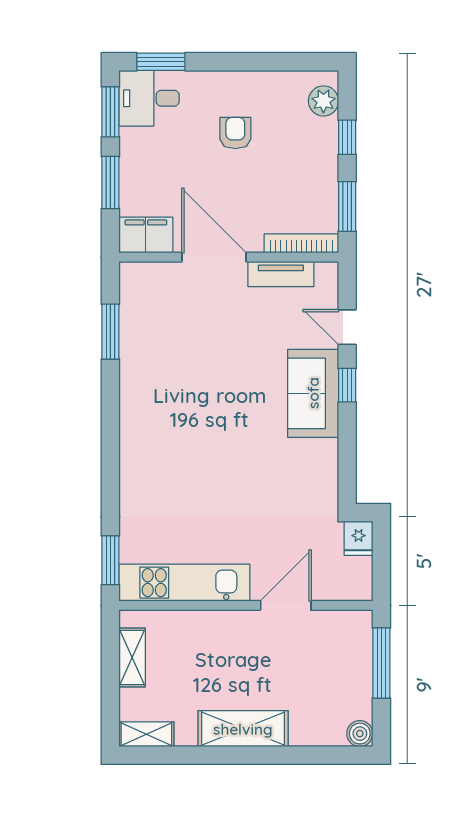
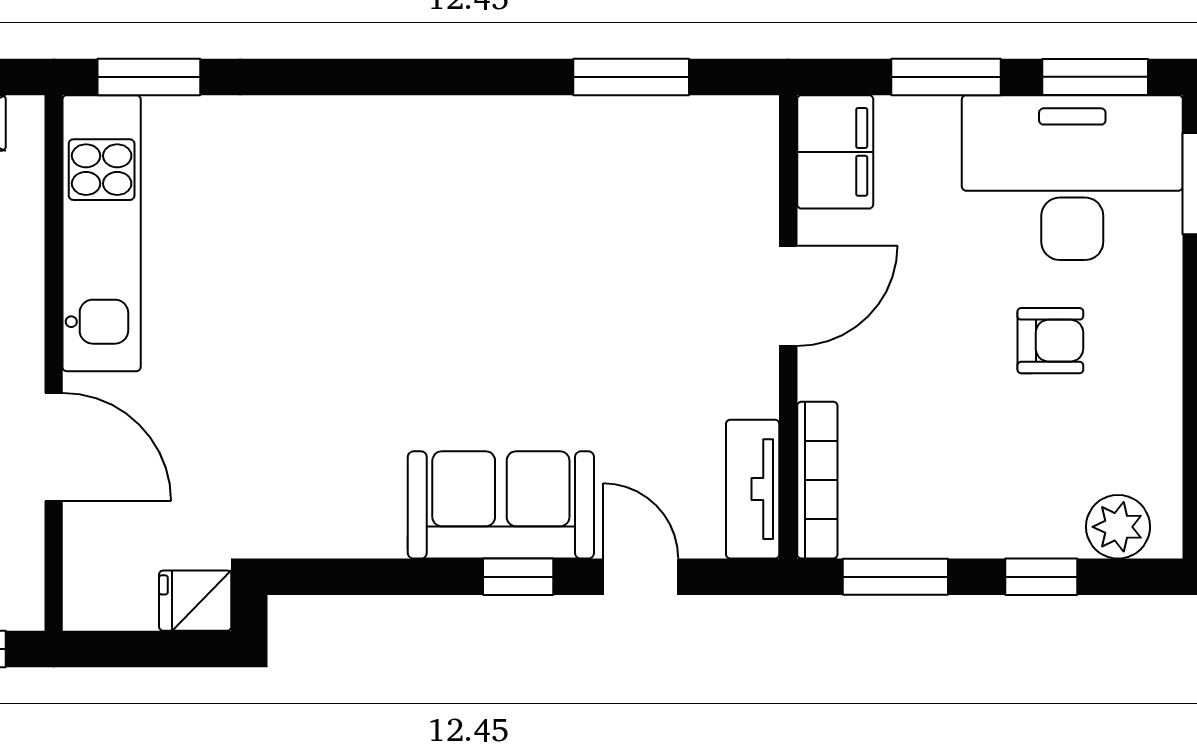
desk: (149, 98) -> (1072, 178), width x1.87, depth x1.30
door: (214, 257) -> (788, 296), width x0.73
tv unit: (281, 274) -> (753, 489), moved
door: (347, 327) -> (641, 577), hinge flipped

